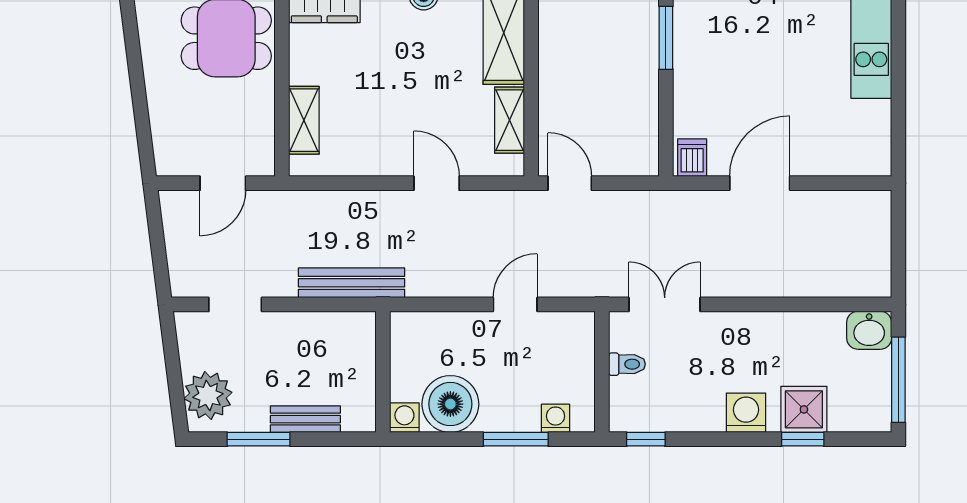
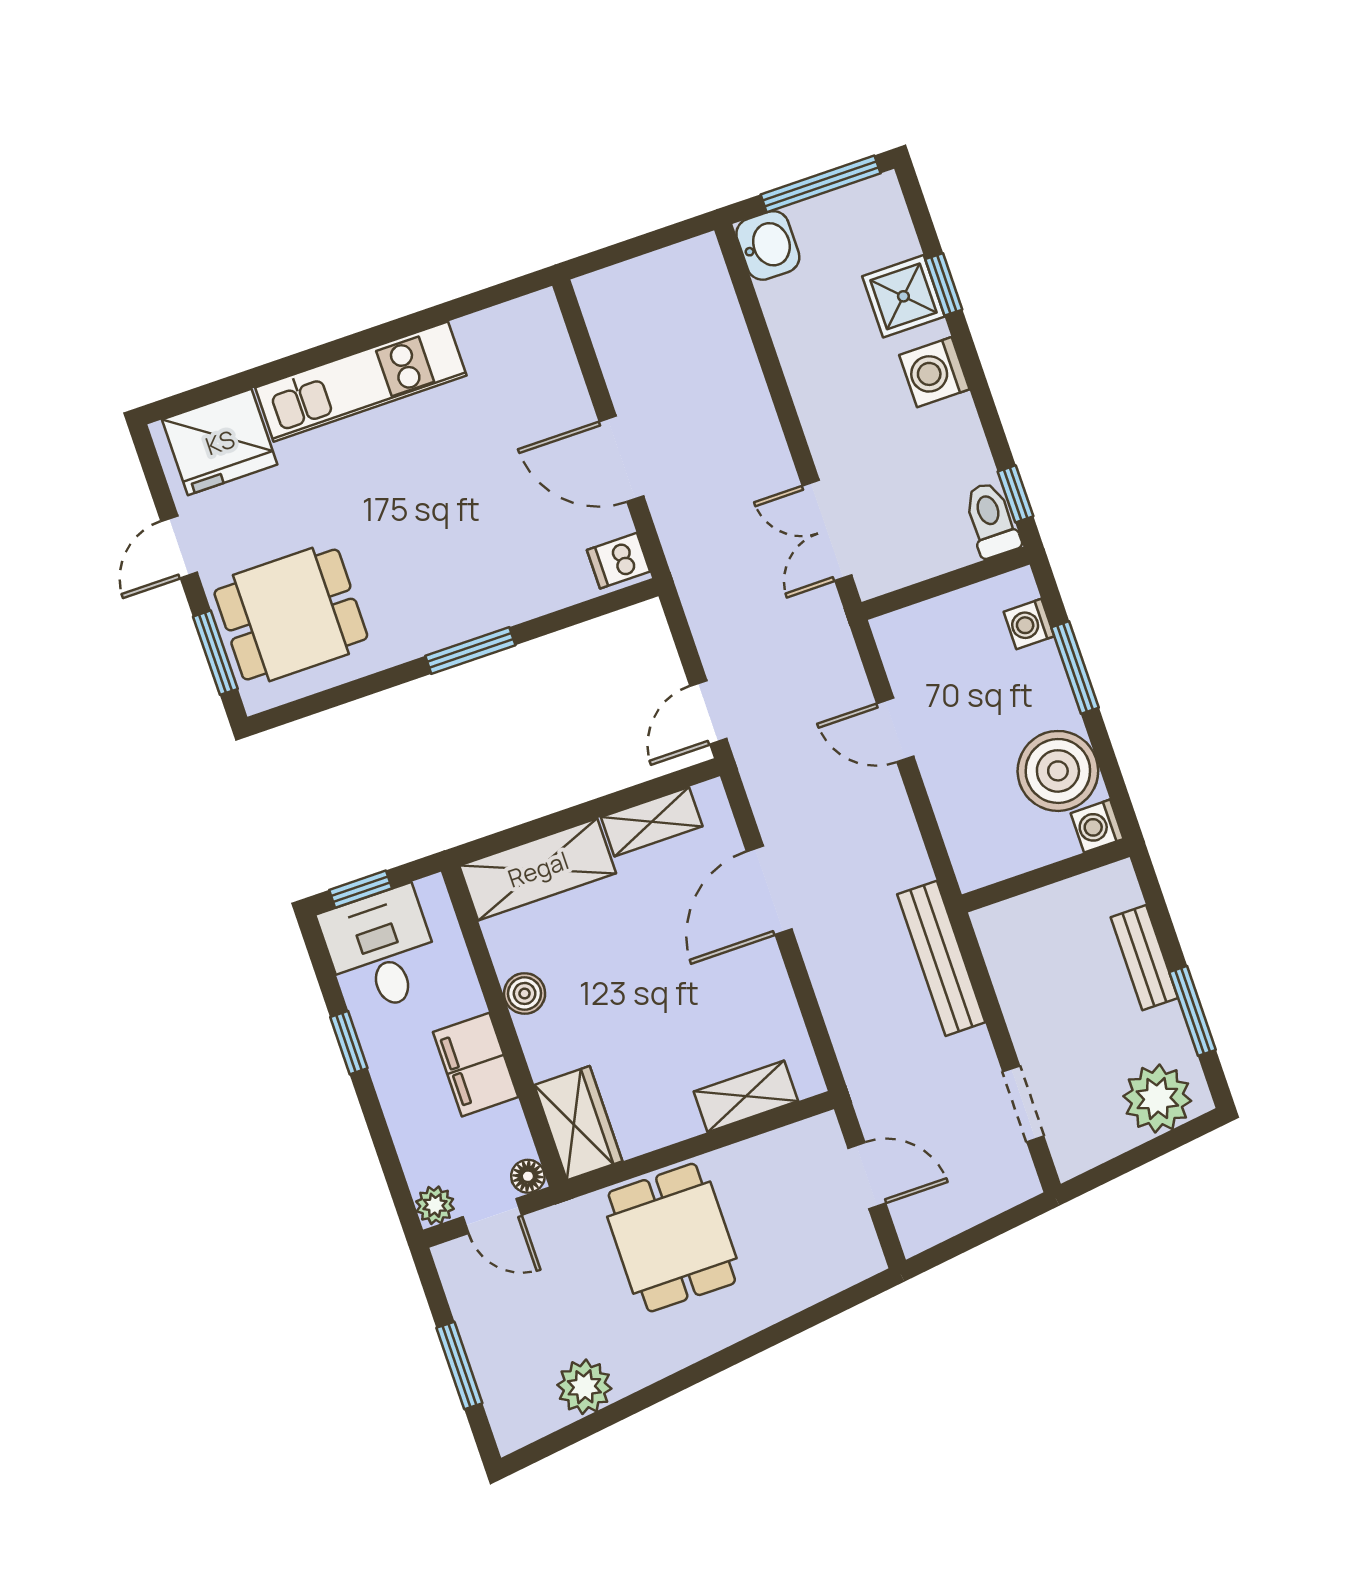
door: (437, 183) -> (769, 890), width x1.38
toilet: (627, 364) -> (991, 520), moved, width x1.37, depth x1.39

